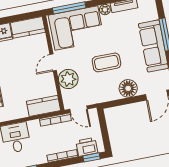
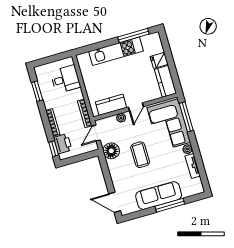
door: (53, 62) -> (136, 107), swing flipped
plant: (68, 79) -> (121, 118), width x0.53, depth x0.53
floor lamp: (128, 88) -> (111, 151), moved
kitchen counter: (43, 106) -> (111, 105), moved, turned -90

